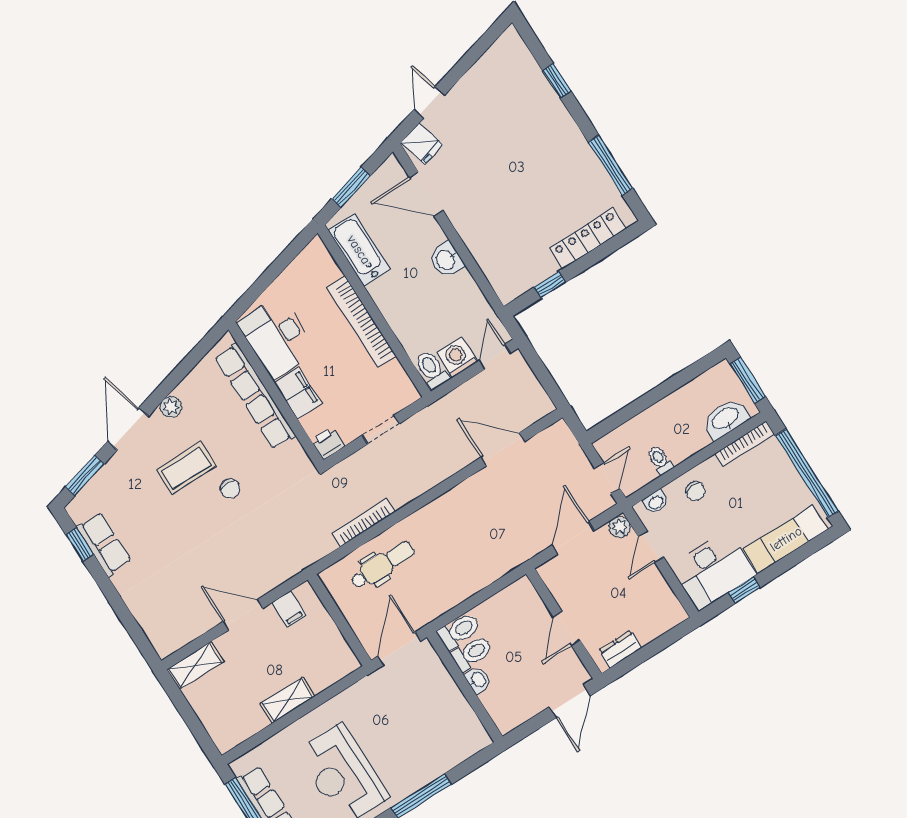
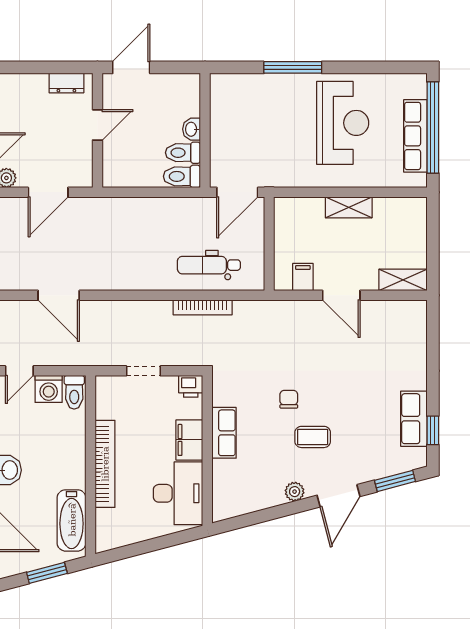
row of seats: (255, 396) -> (224, 433), width x0.50
coffee table: (186, 468) -> (313, 437), width x0.73, depth x0.77

